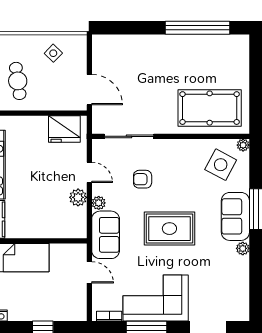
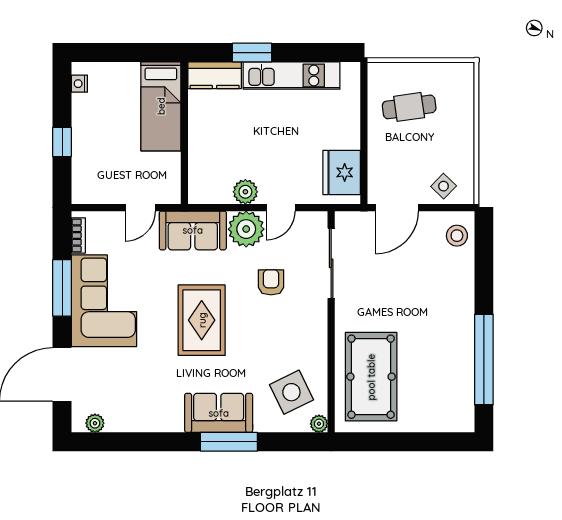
stool: (109, 47) -> (457, 236), added
side table: (53, 53) -> (444, 186), moved
side table: (221, 165) -> (291, 392), turned 36
plant: (99, 203) -> (246, 229), width x1.87, depth x1.87
plant: (243, 248) -> (95, 423), moved

